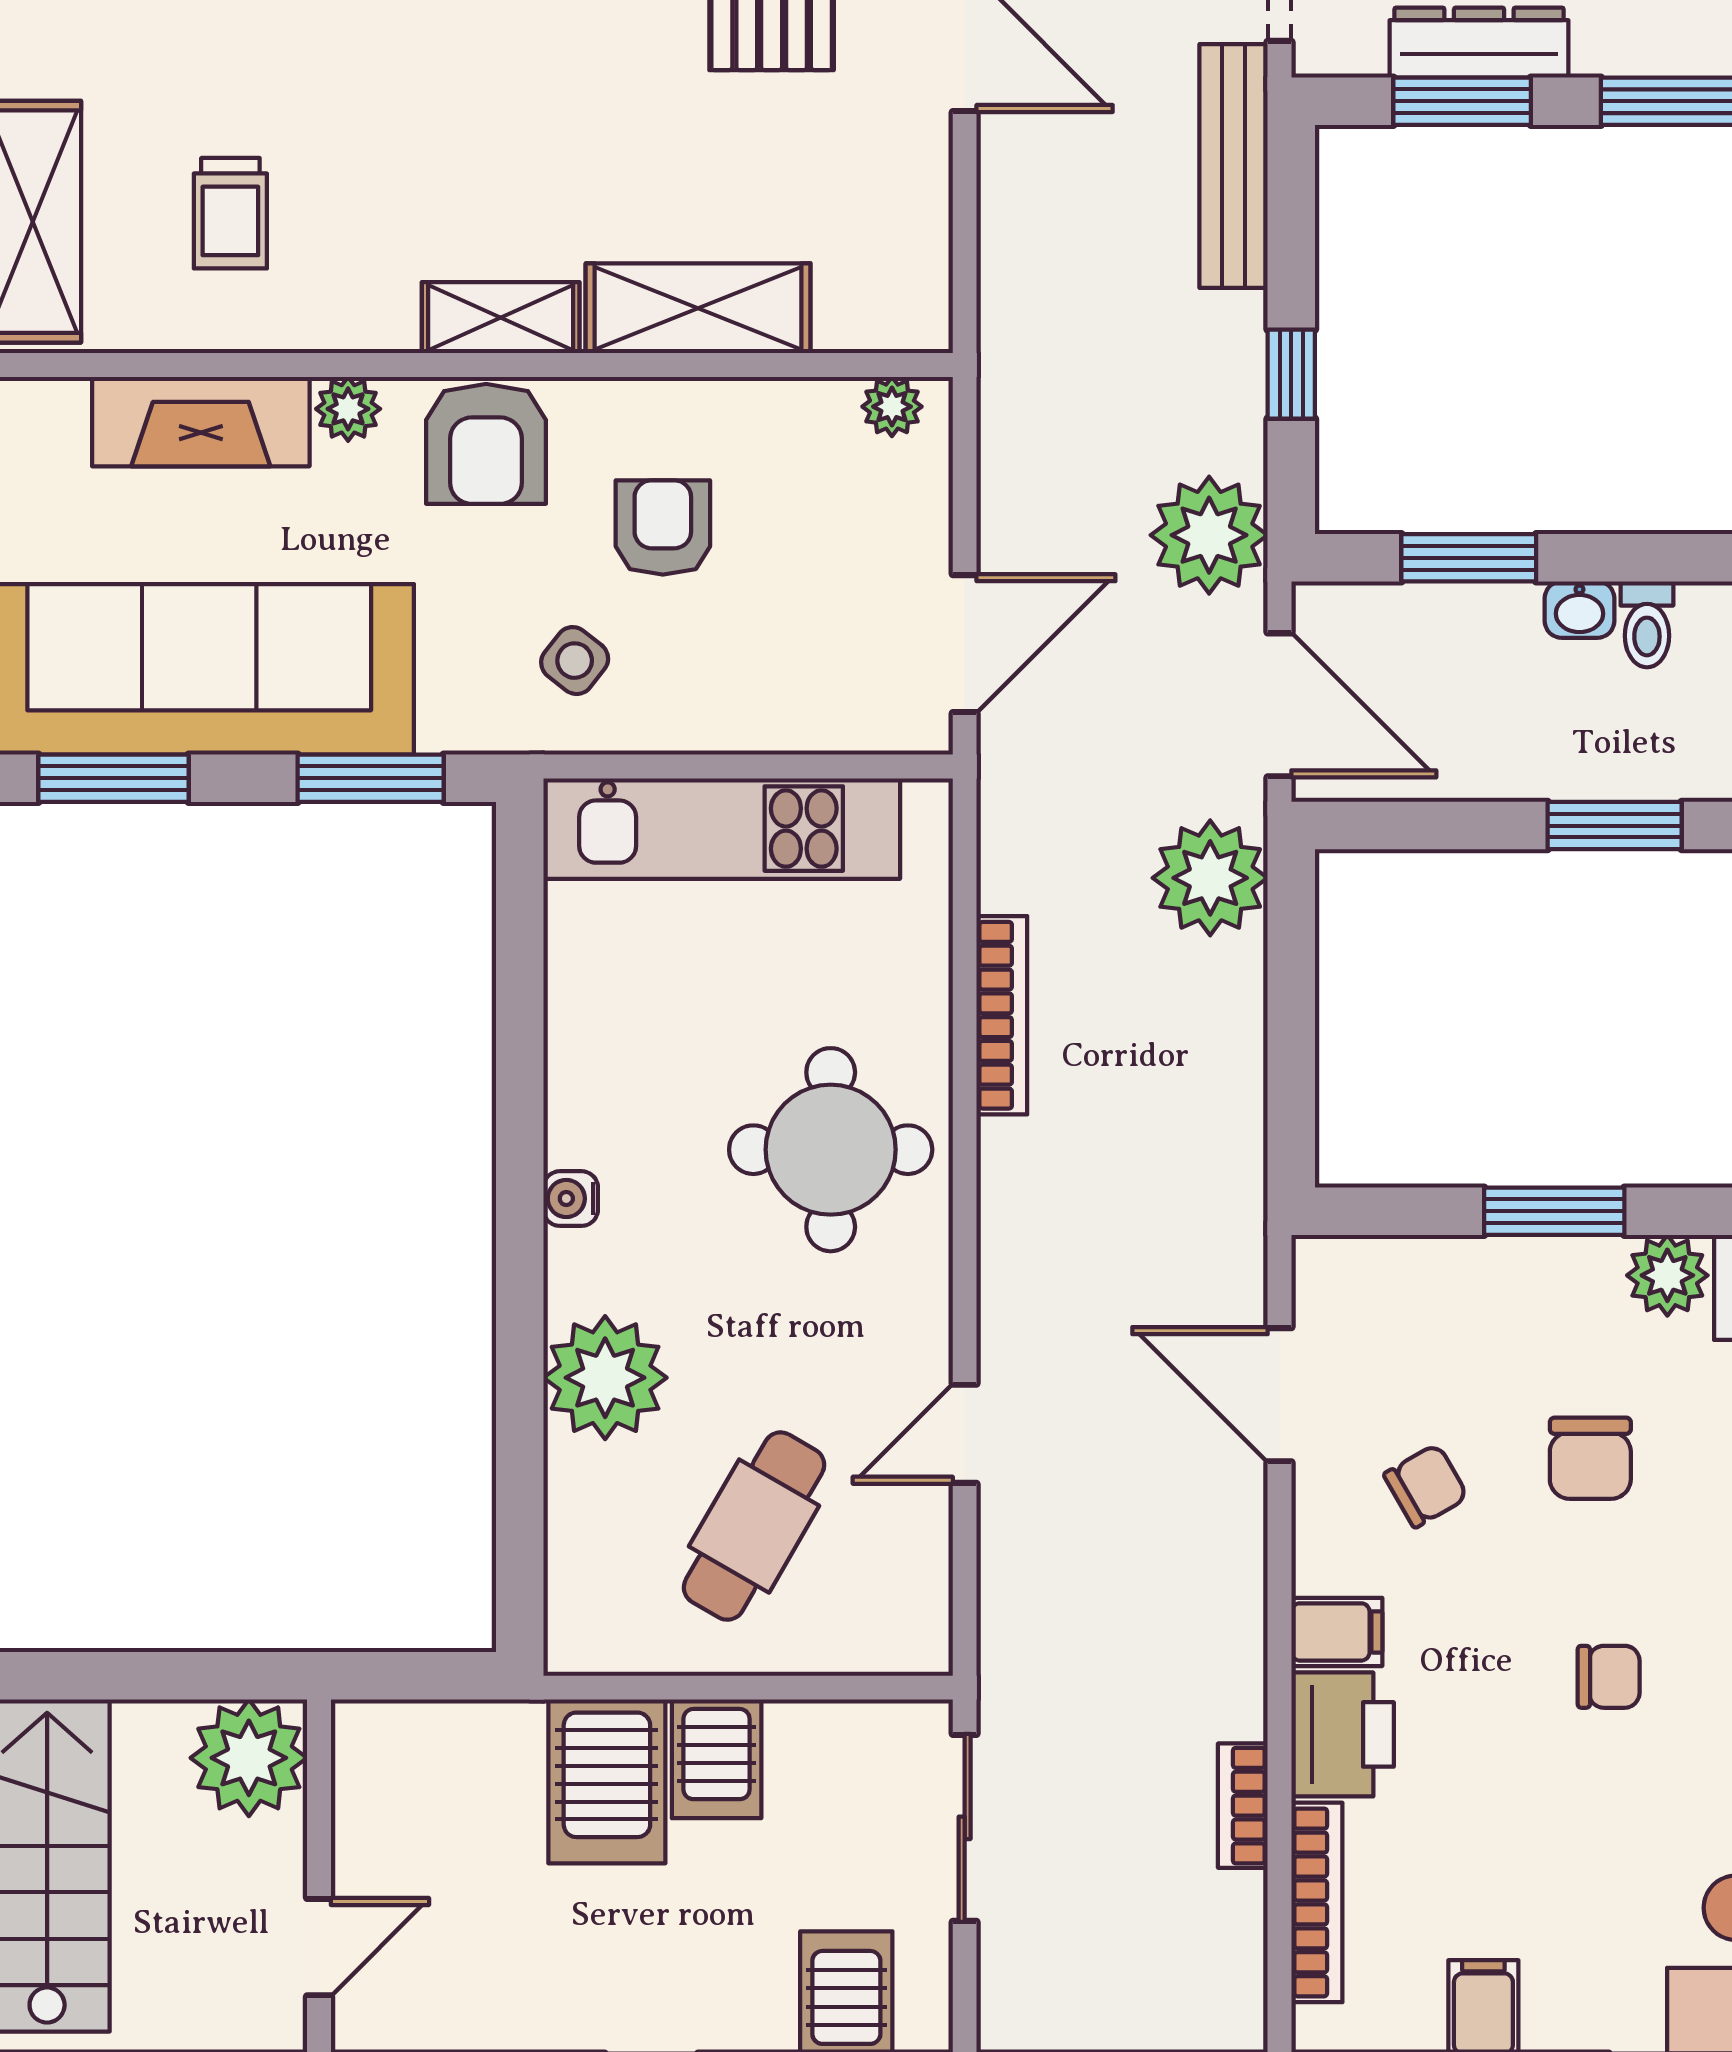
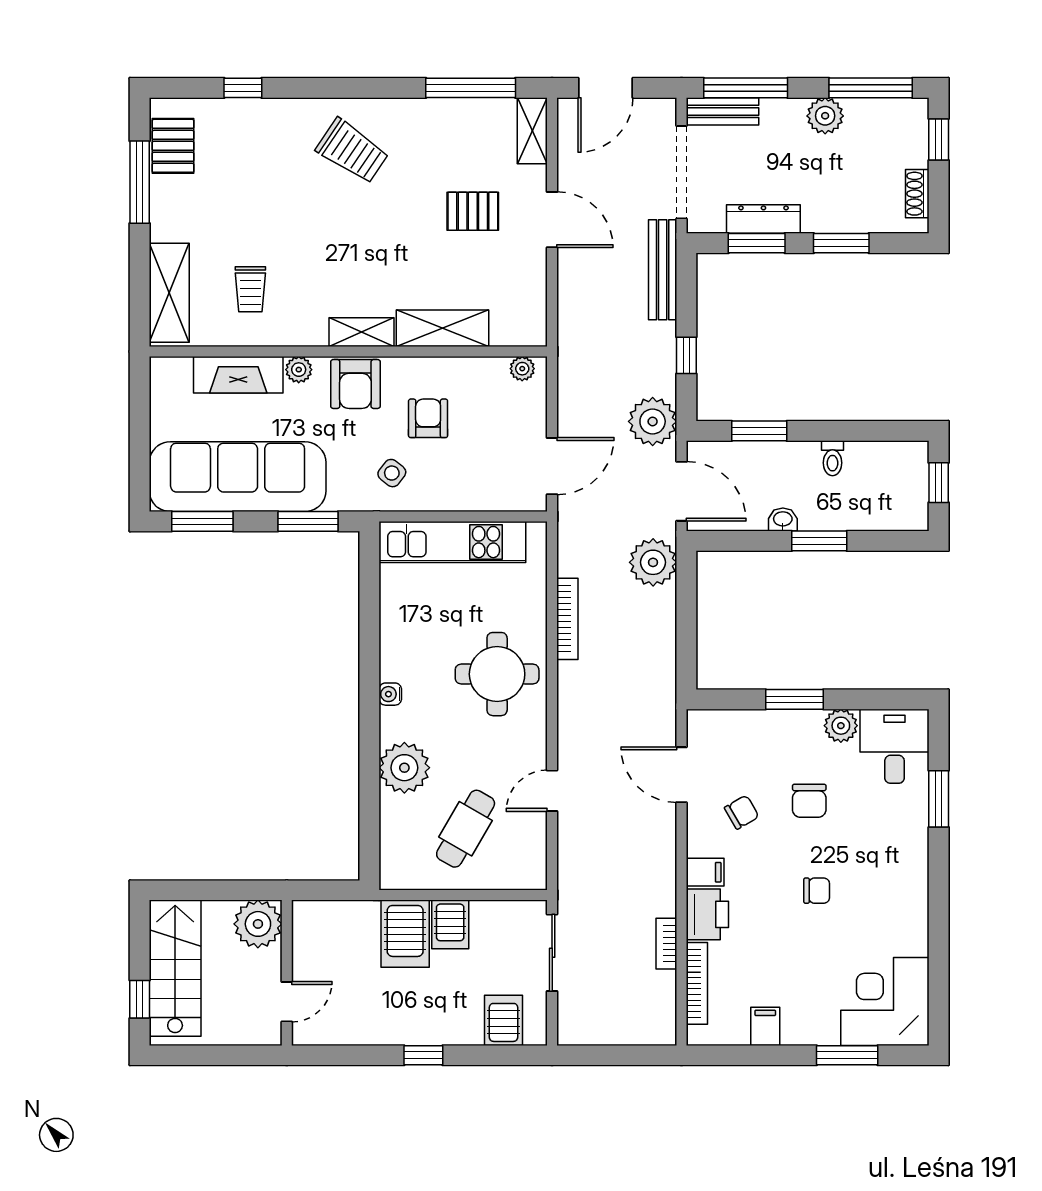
washbasin: (1579, 610) -> (783, 520), moved, turned 180

